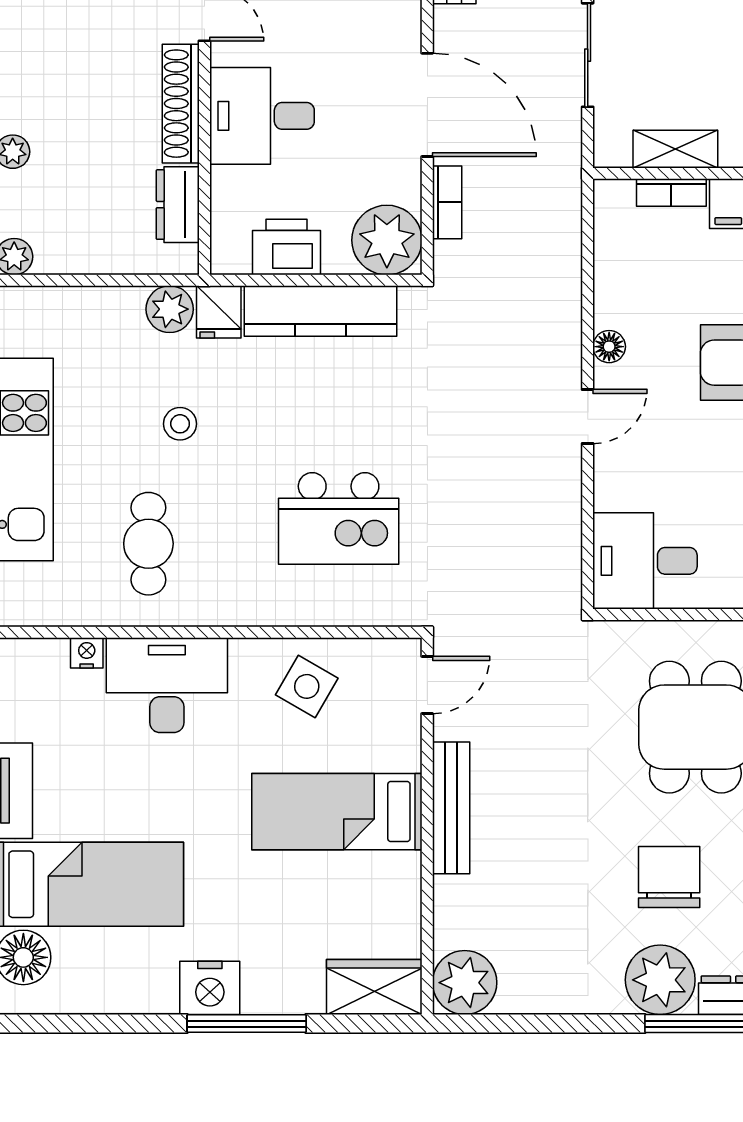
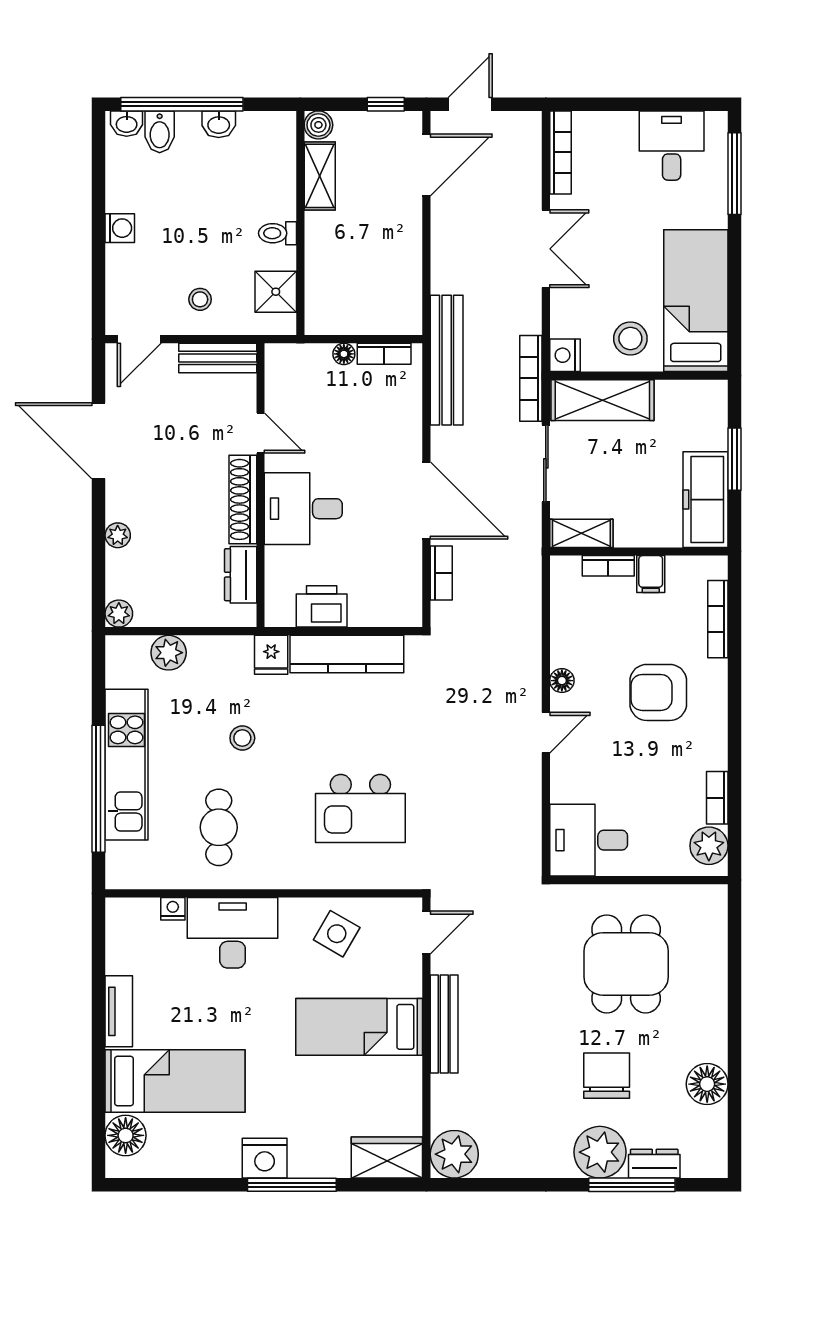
shelving: (675, 149) -> (581, 533), moved
plant: (387, 240) -> (396, 601), removed
plant: (170, 309) -> (169, 653), moved

